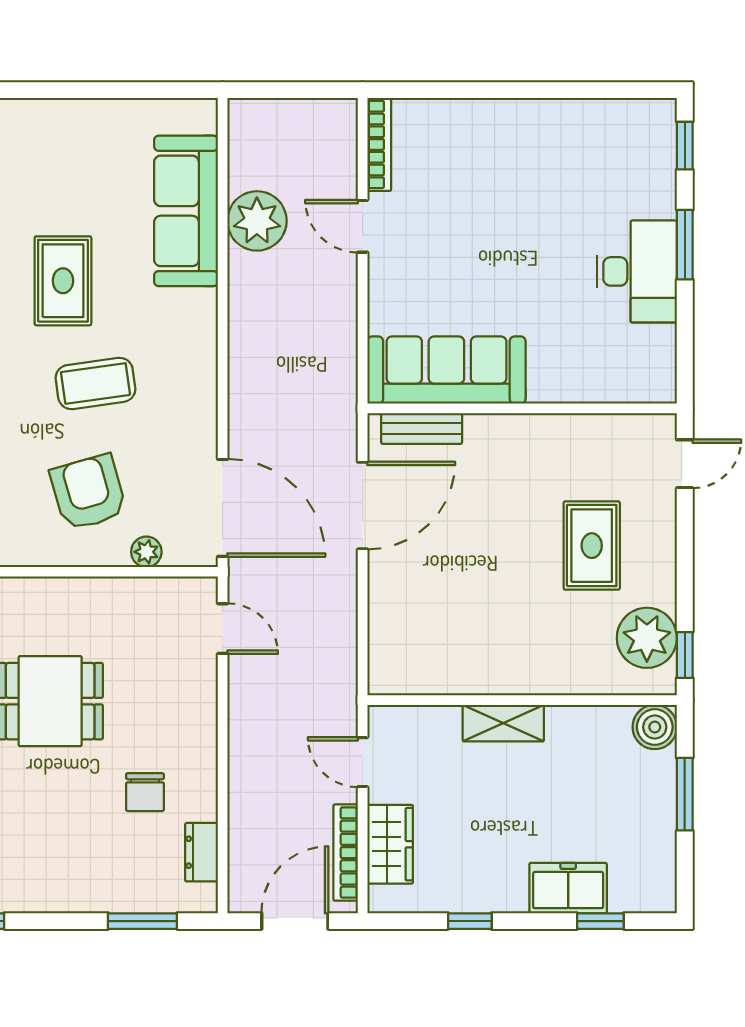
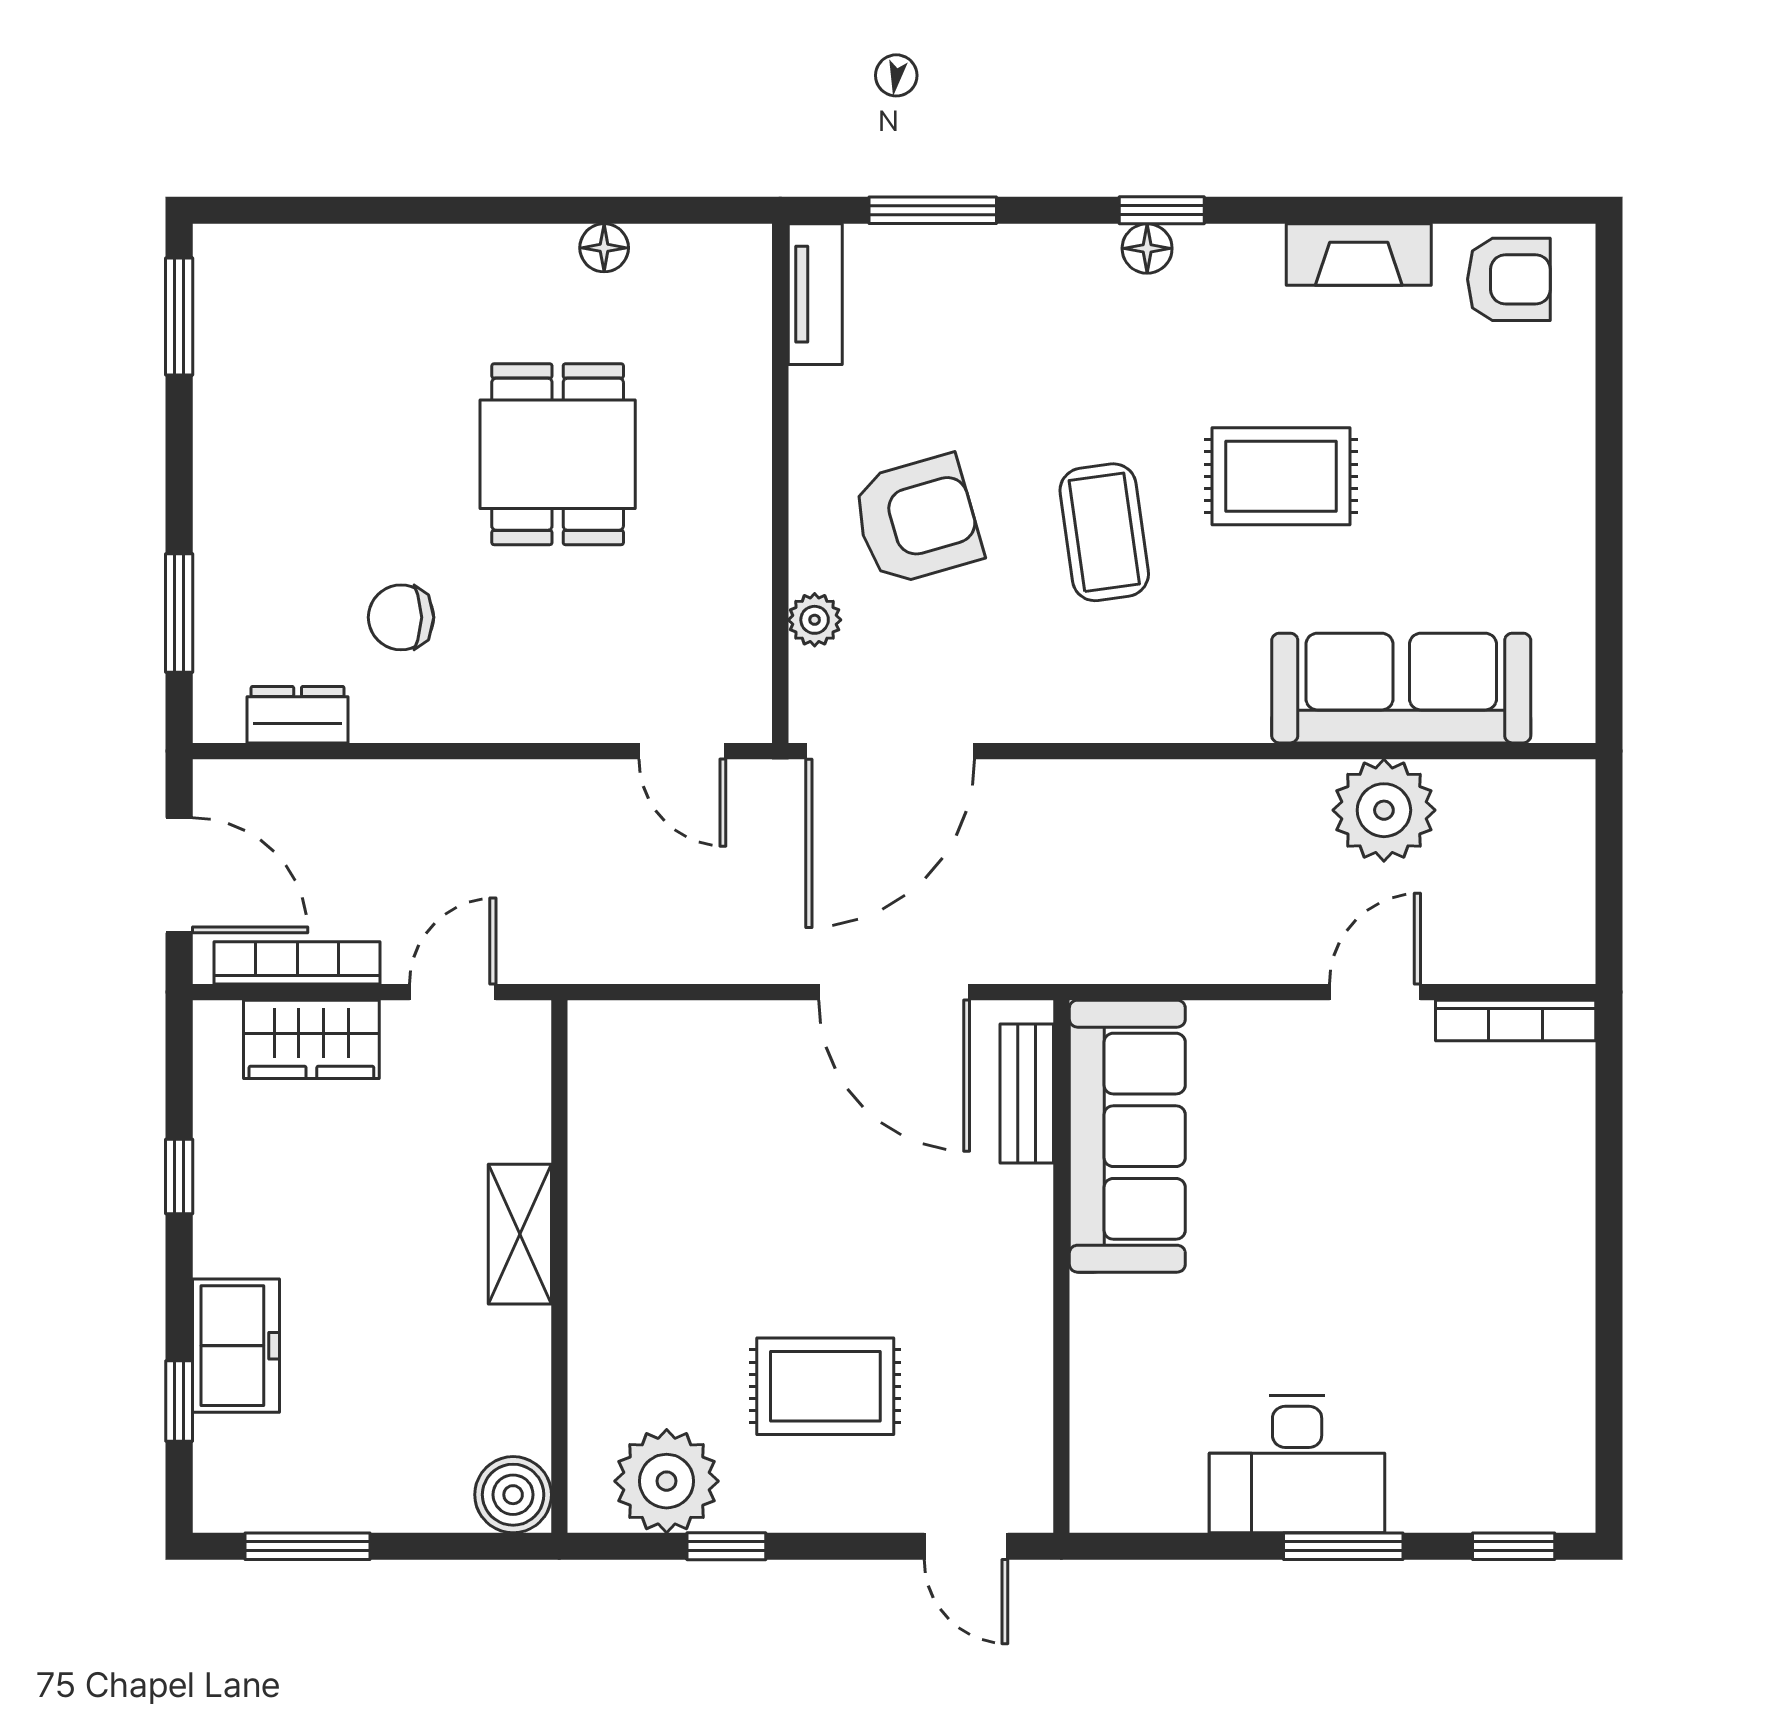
door: (223, 629) -> (682, 751), hinge flipped
window: (685, 655) -> (726, 1546), moved
window: (685, 794) -> (308, 1546), moved

